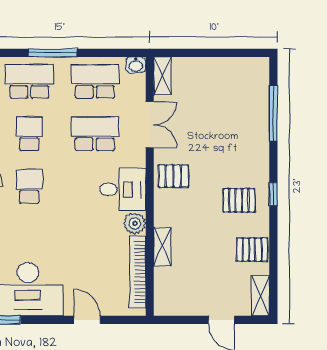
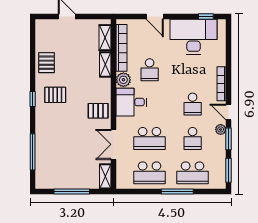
window: (214, 53) -> (72, 192), added
washbasin: (136, 65) -> (123, 184), removed
school desk: (95, 239) -> (150, 70), added
pallet: (252, 250) -> (47, 63), turned 90
shelving: (260, 296) -> (105, 38), moved

